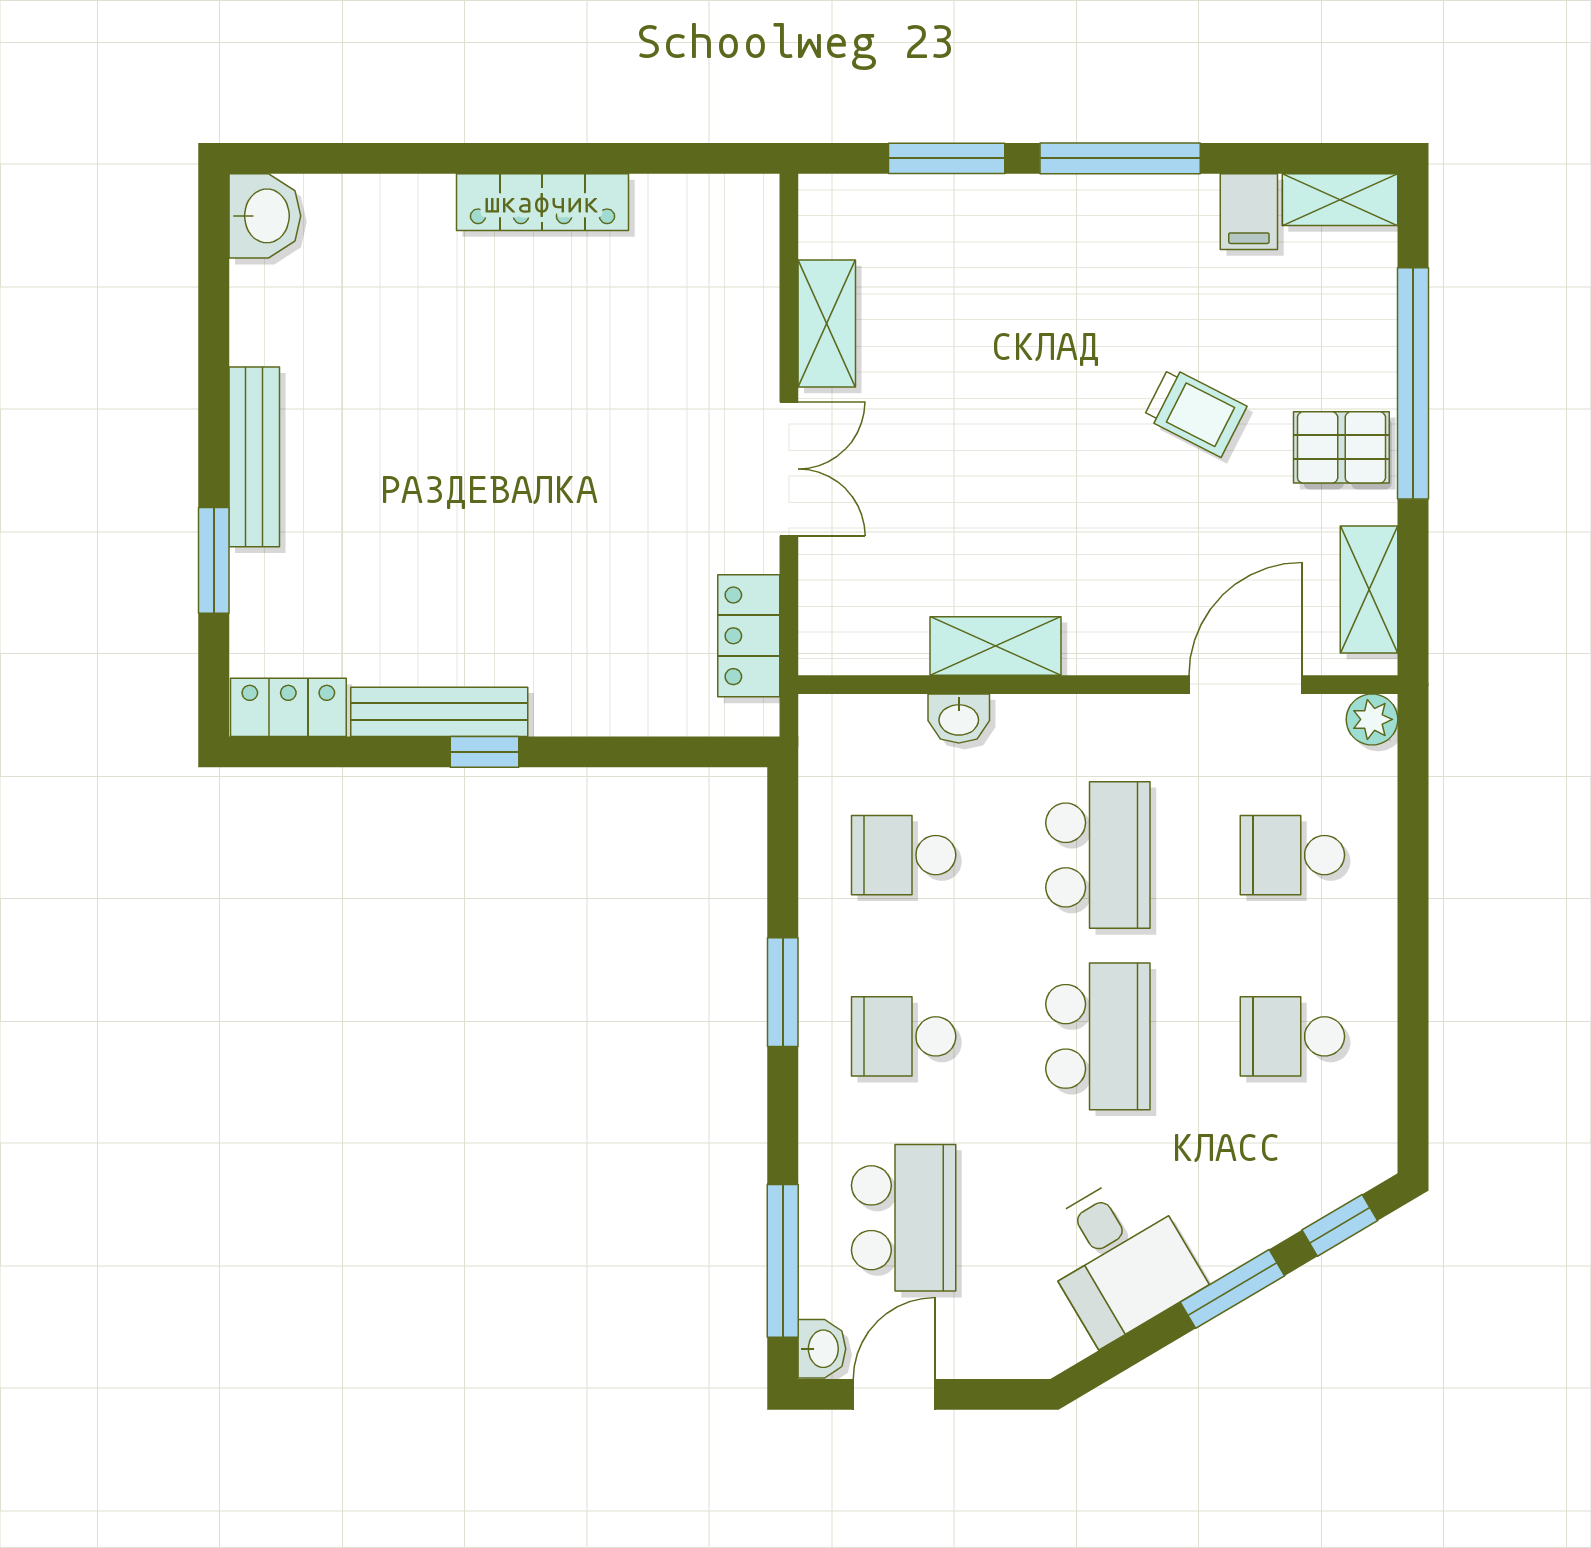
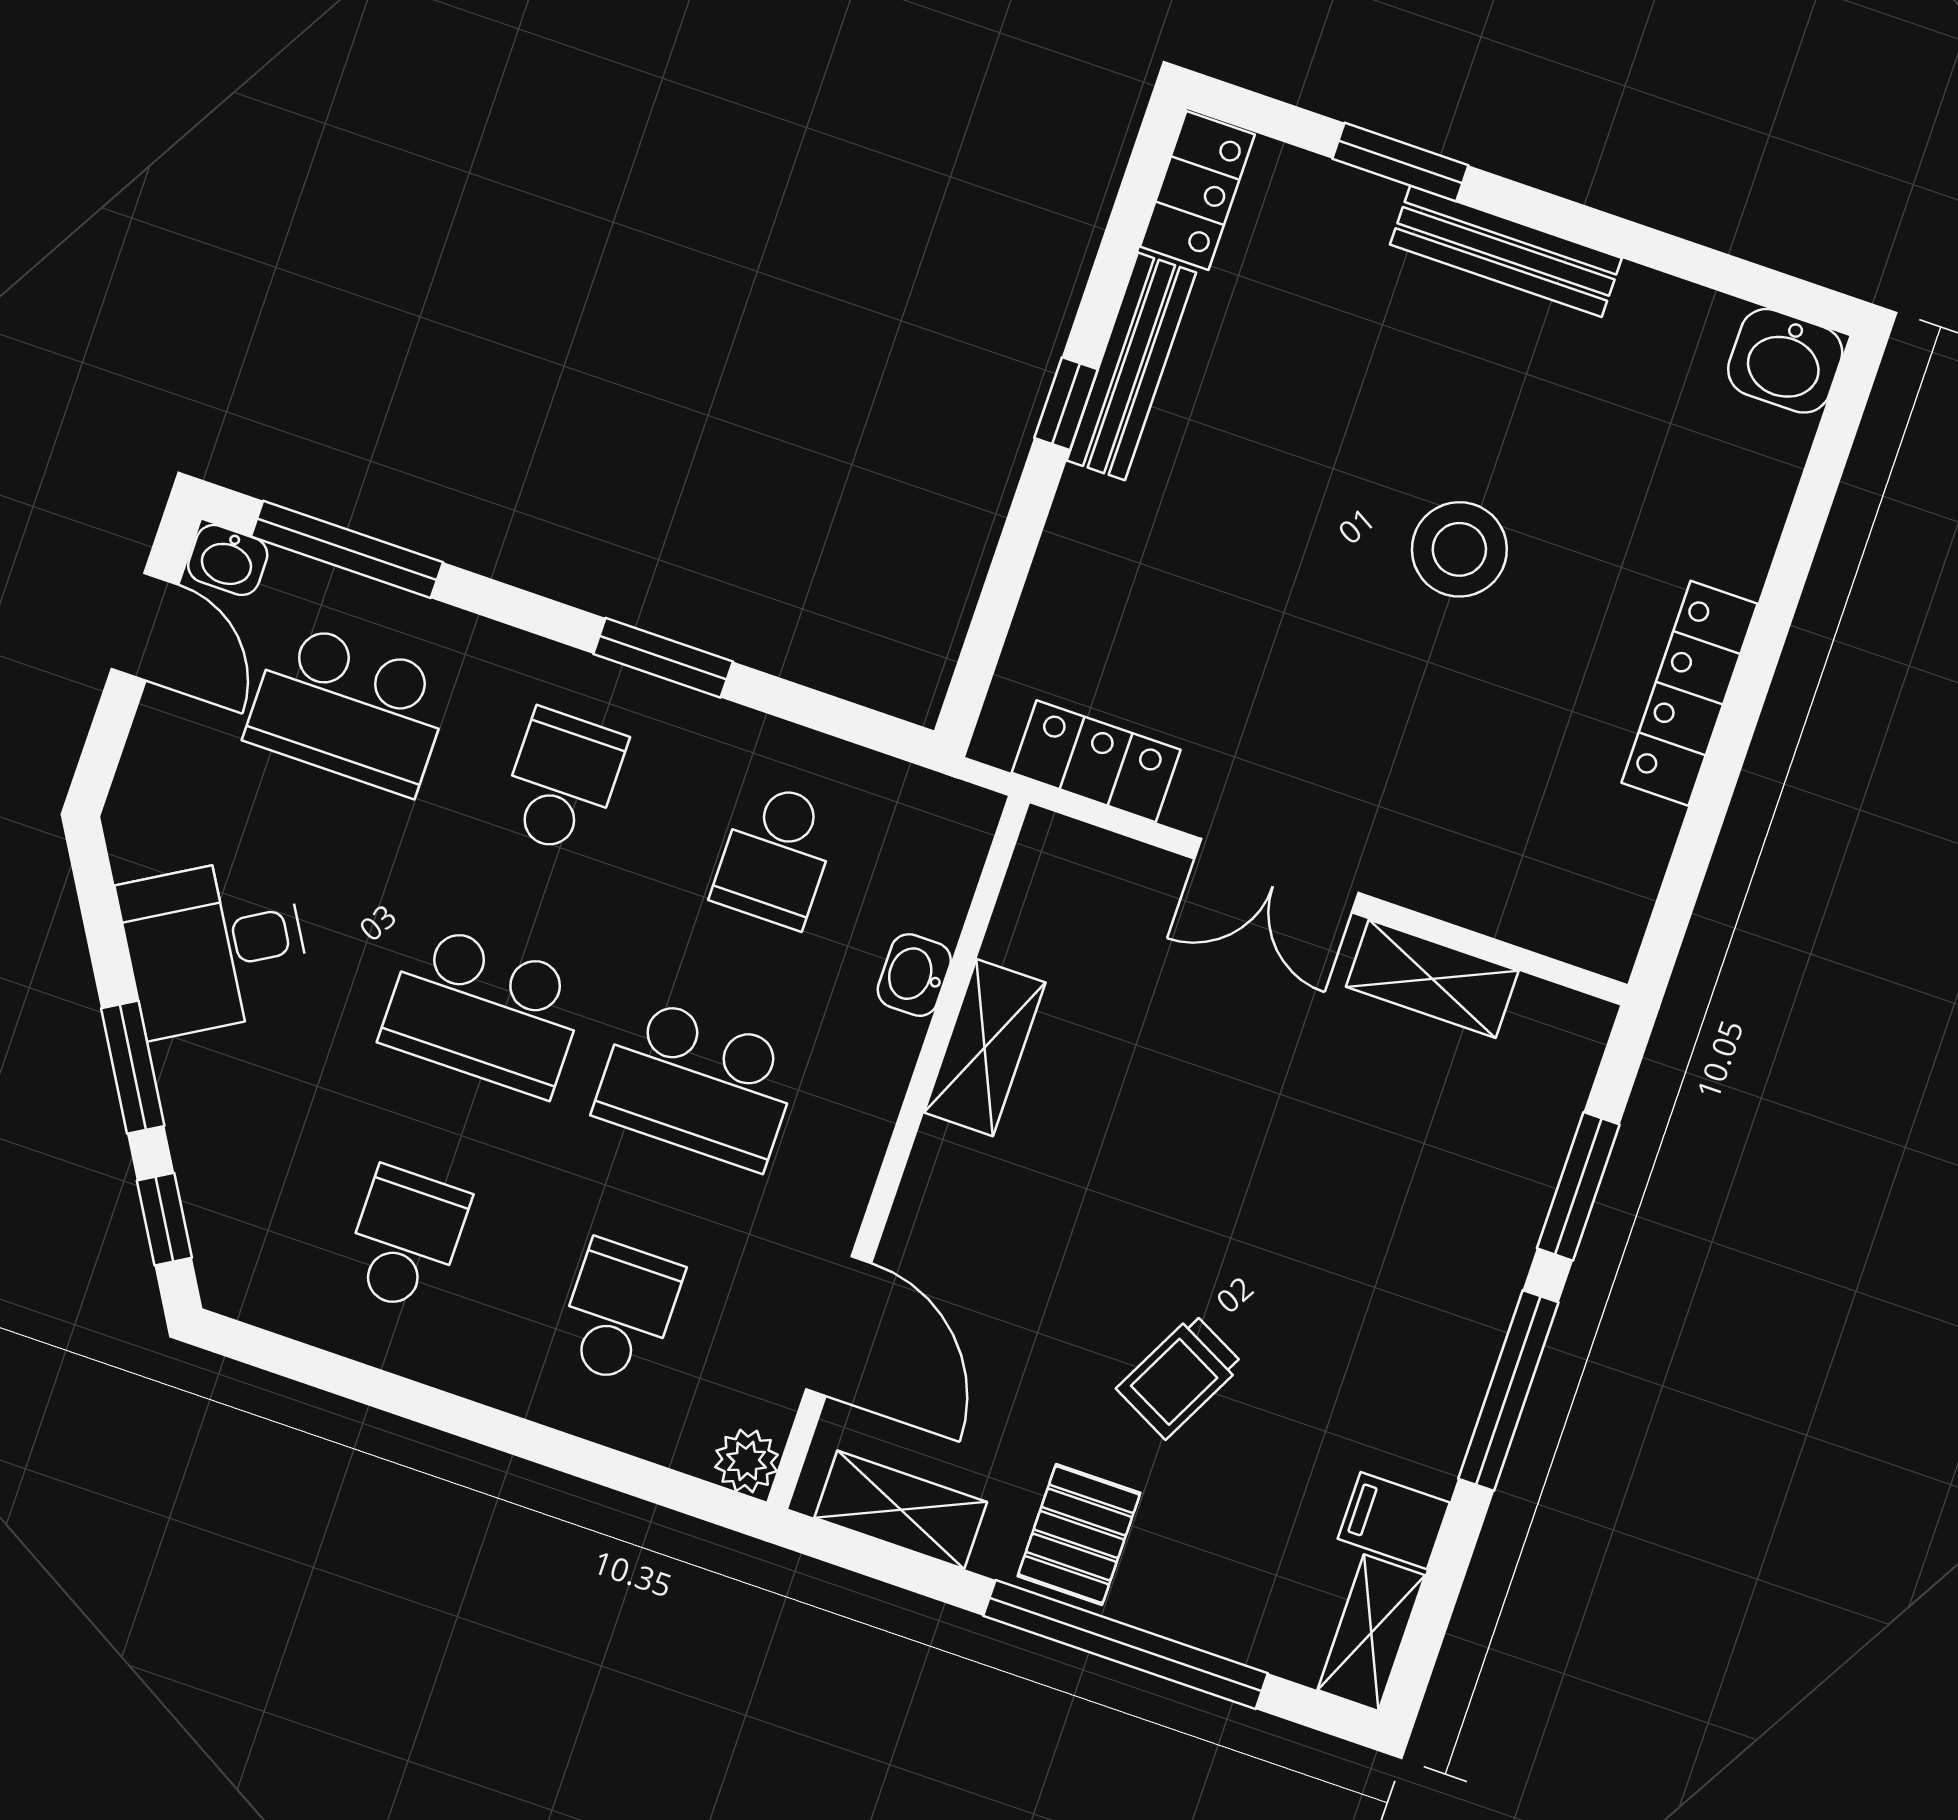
stool: (493, 415) -> (1459, 549), added
school desk: (904, 855) -> (776, 855), turned 180

